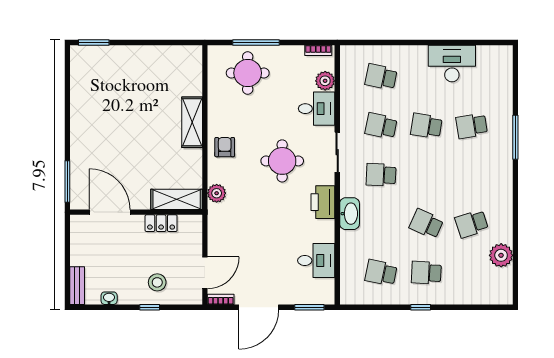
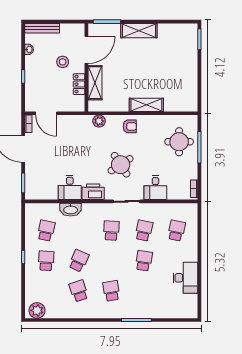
plant: (325, 81) -> (174, 193), removed
school desk: (472, 126) -> (111, 291), moved
shelving: (81, 133) -> (139, 31), added
round table: (282, 161) -> (121, 165), turned -33
shelving: (177, 199) -> (95, 83), moved
washbasin: (350, 214) -> (71, 210), moved
plant: (501, 255) -> (37, 310), moved
desk: (316, 261) -> (70, 187), moved
stool: (157, 282) -> (63, 62), moved
bench: (77, 286) -> (42, 28), width x1.36

